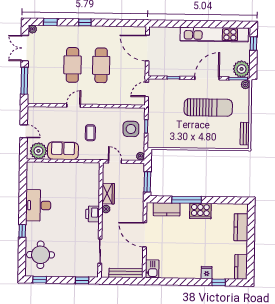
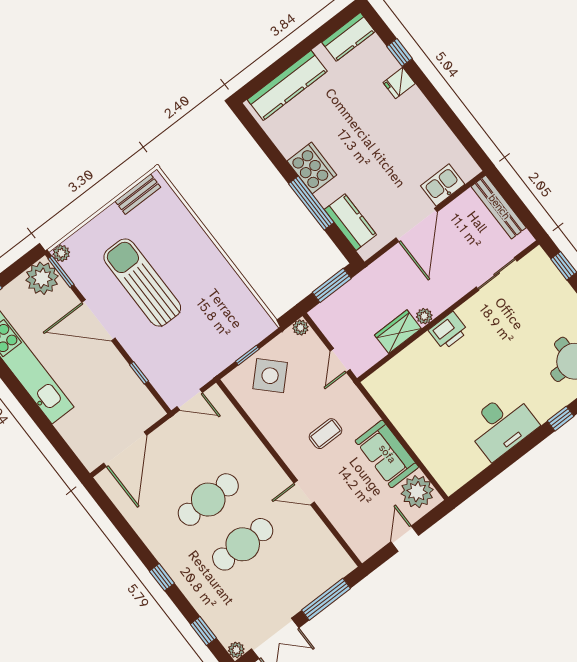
side table: (131, 129) -> (270, 376), turned 45
kitchen counter: (241, 227) -> (287, 85), width x1.50
kitchen sink: (152, 269) -> (443, 185), moved

